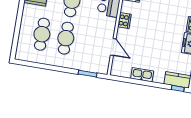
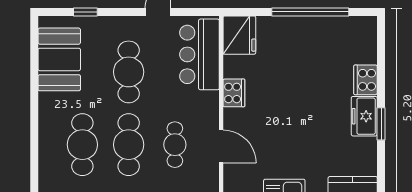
cafe table: (90, 42) -> (175, 145), added

